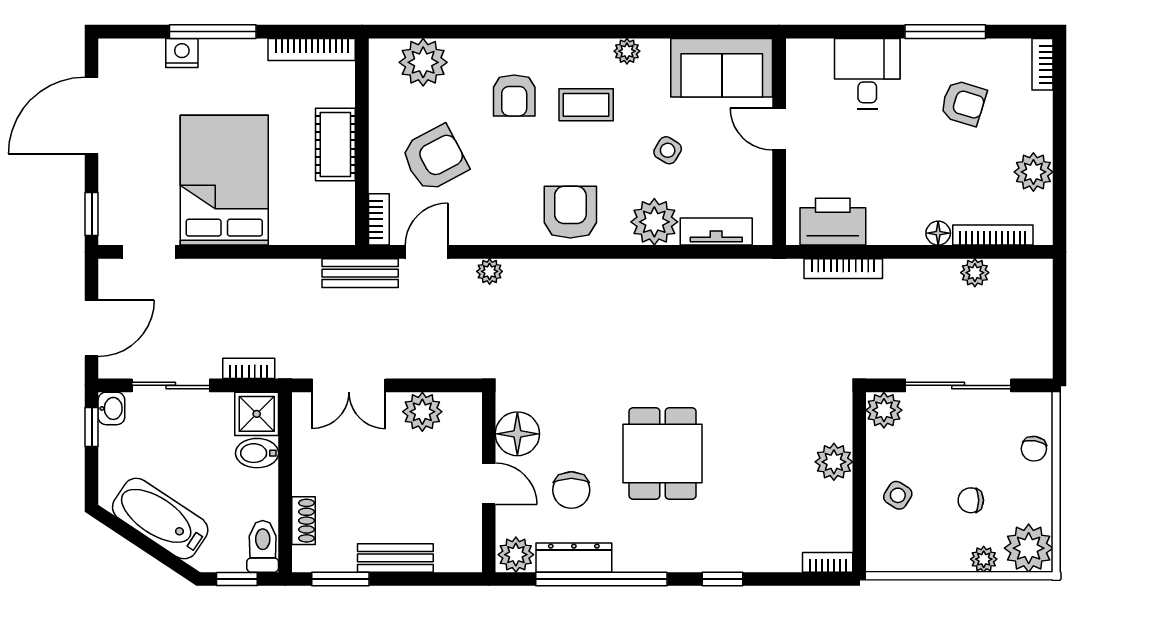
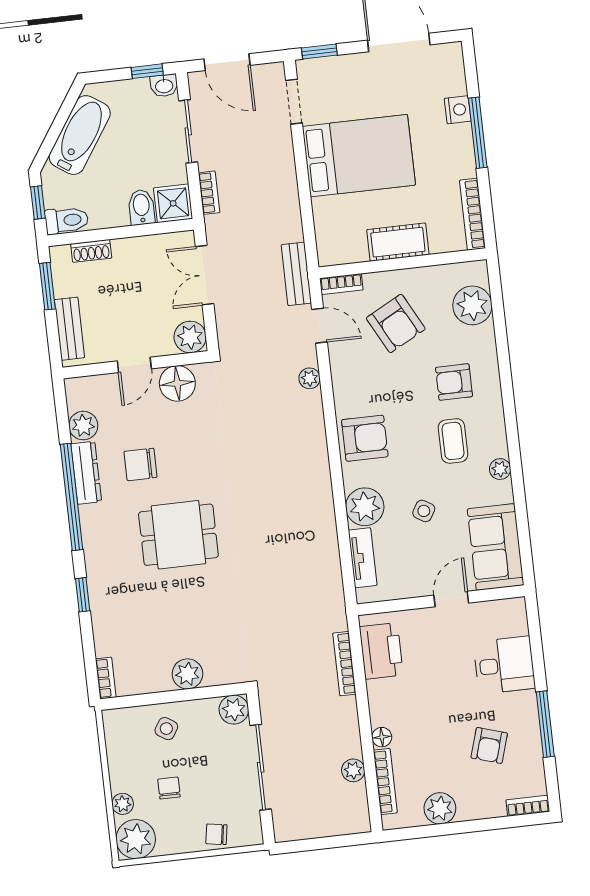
floor lamp: (517, 434) -> (177, 383), moved
wall: (489, 482) -> (136, 365), moved
door: (489, 484) -> (134, 365), moved

